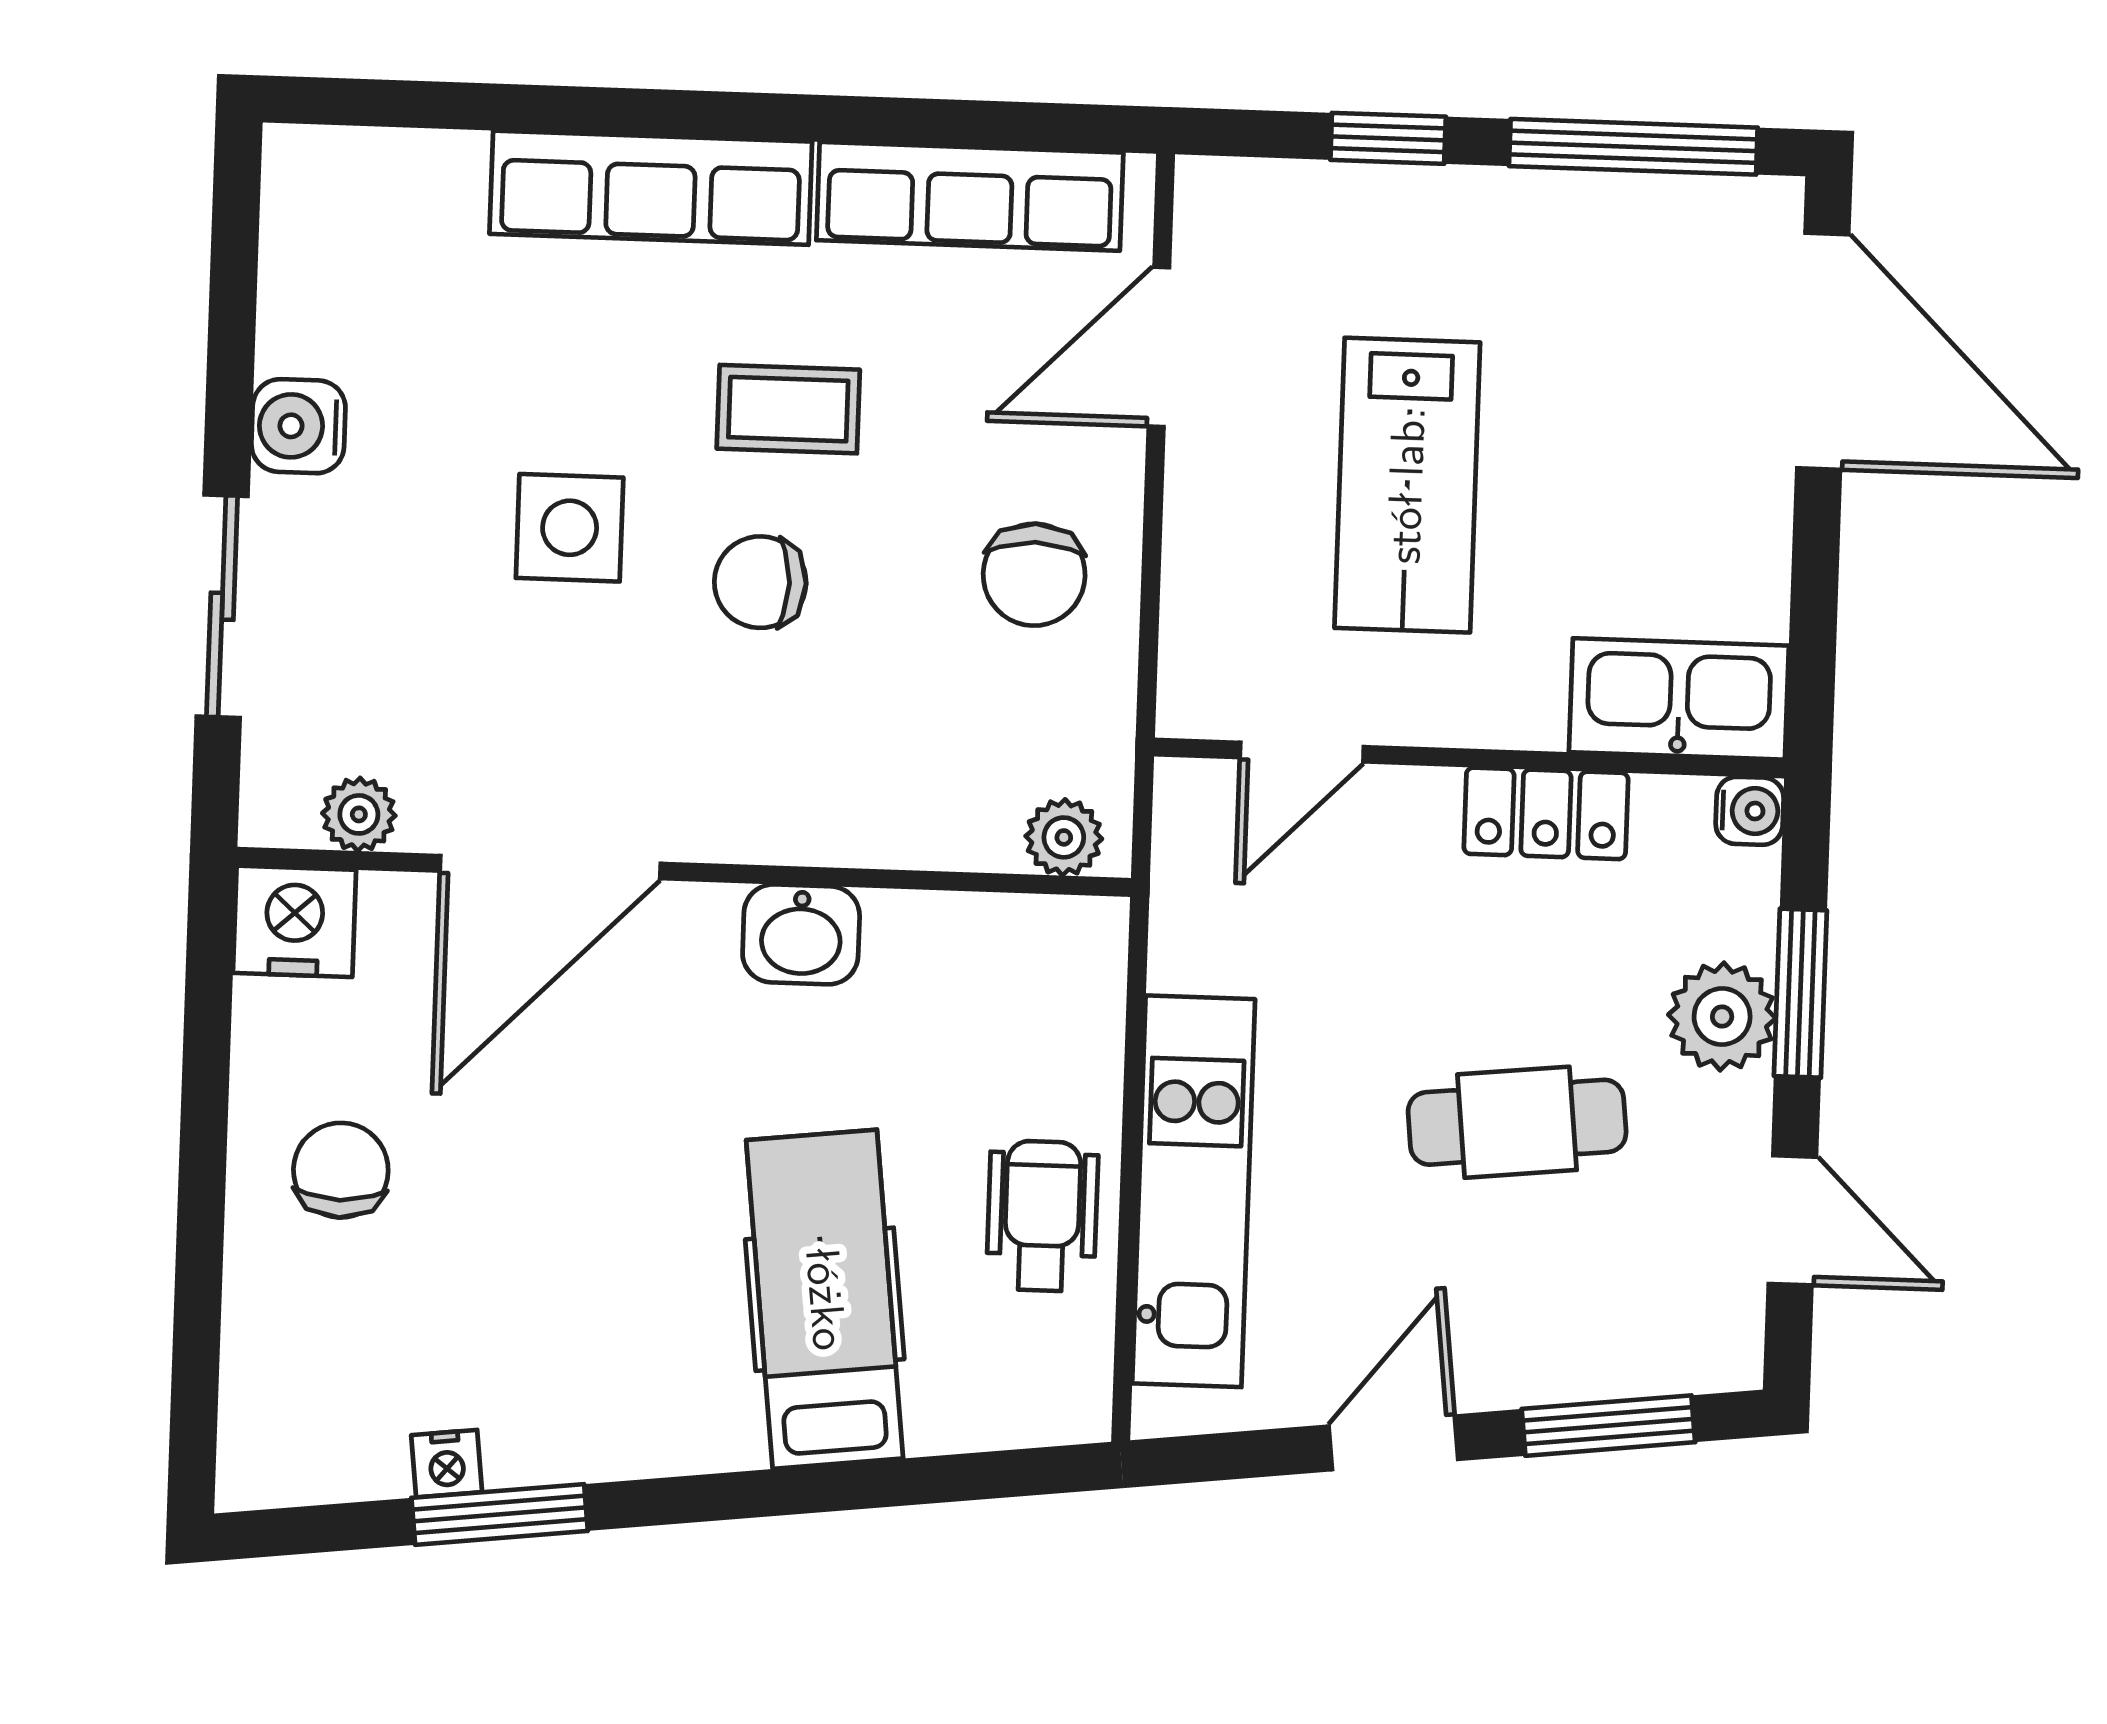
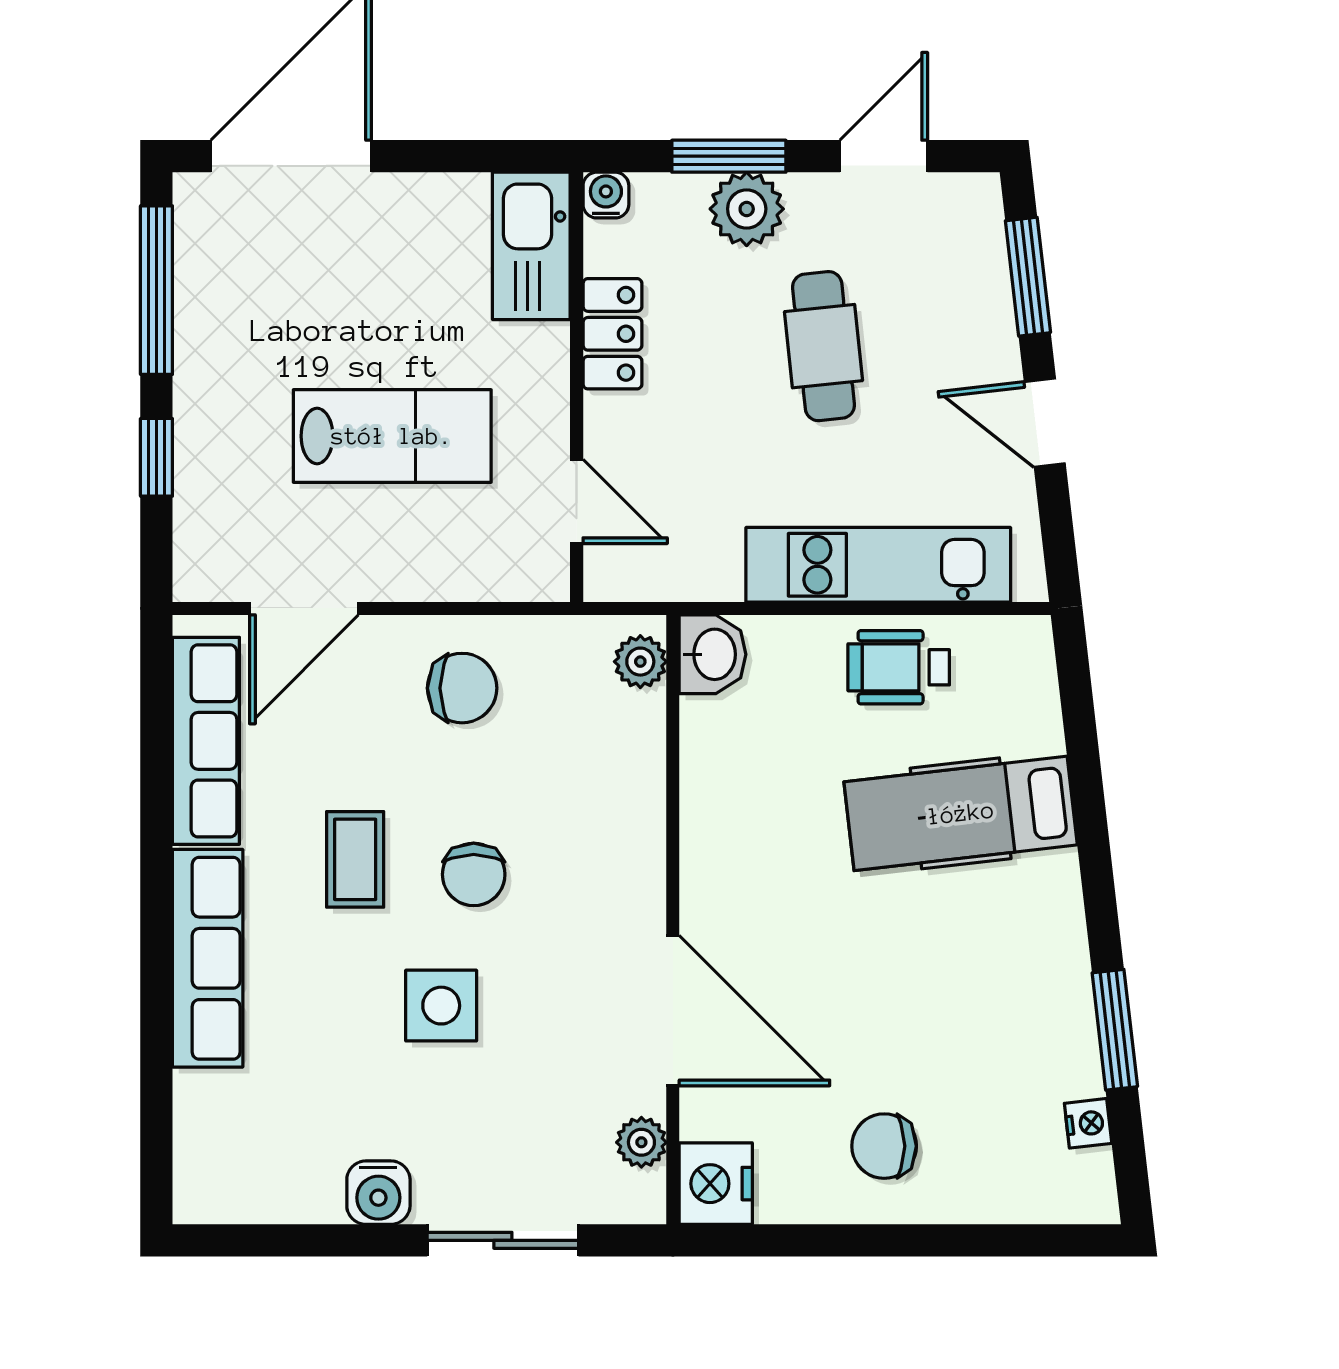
door: (1159, 347) -> (304, 608), hinge flipped
washbasin: (801, 934) -> (713, 654), moved
nightstand: (447, 1464) -> (1088, 1123), moved

